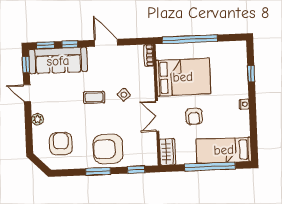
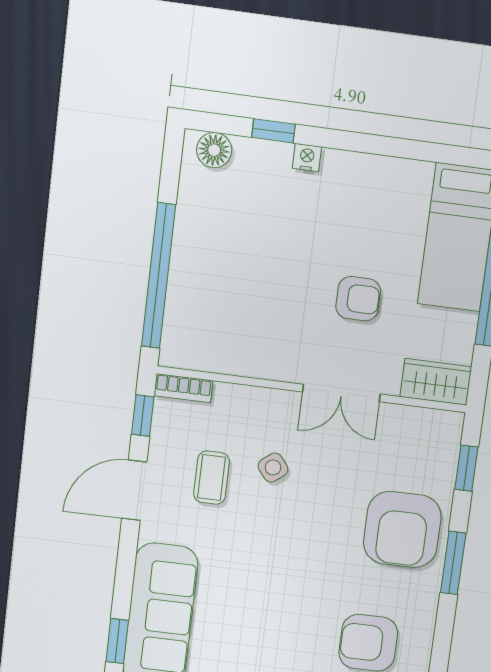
window: (70, 44) -> (143, 416), moved
floor lamp: (240, 53) -> (214, 150), added
bed: (183, 77) -> (253, 309), removed
coffee table: (94, 97) -> (211, 478), moved
nightstand: (244, 104) -> (307, 157), moved

